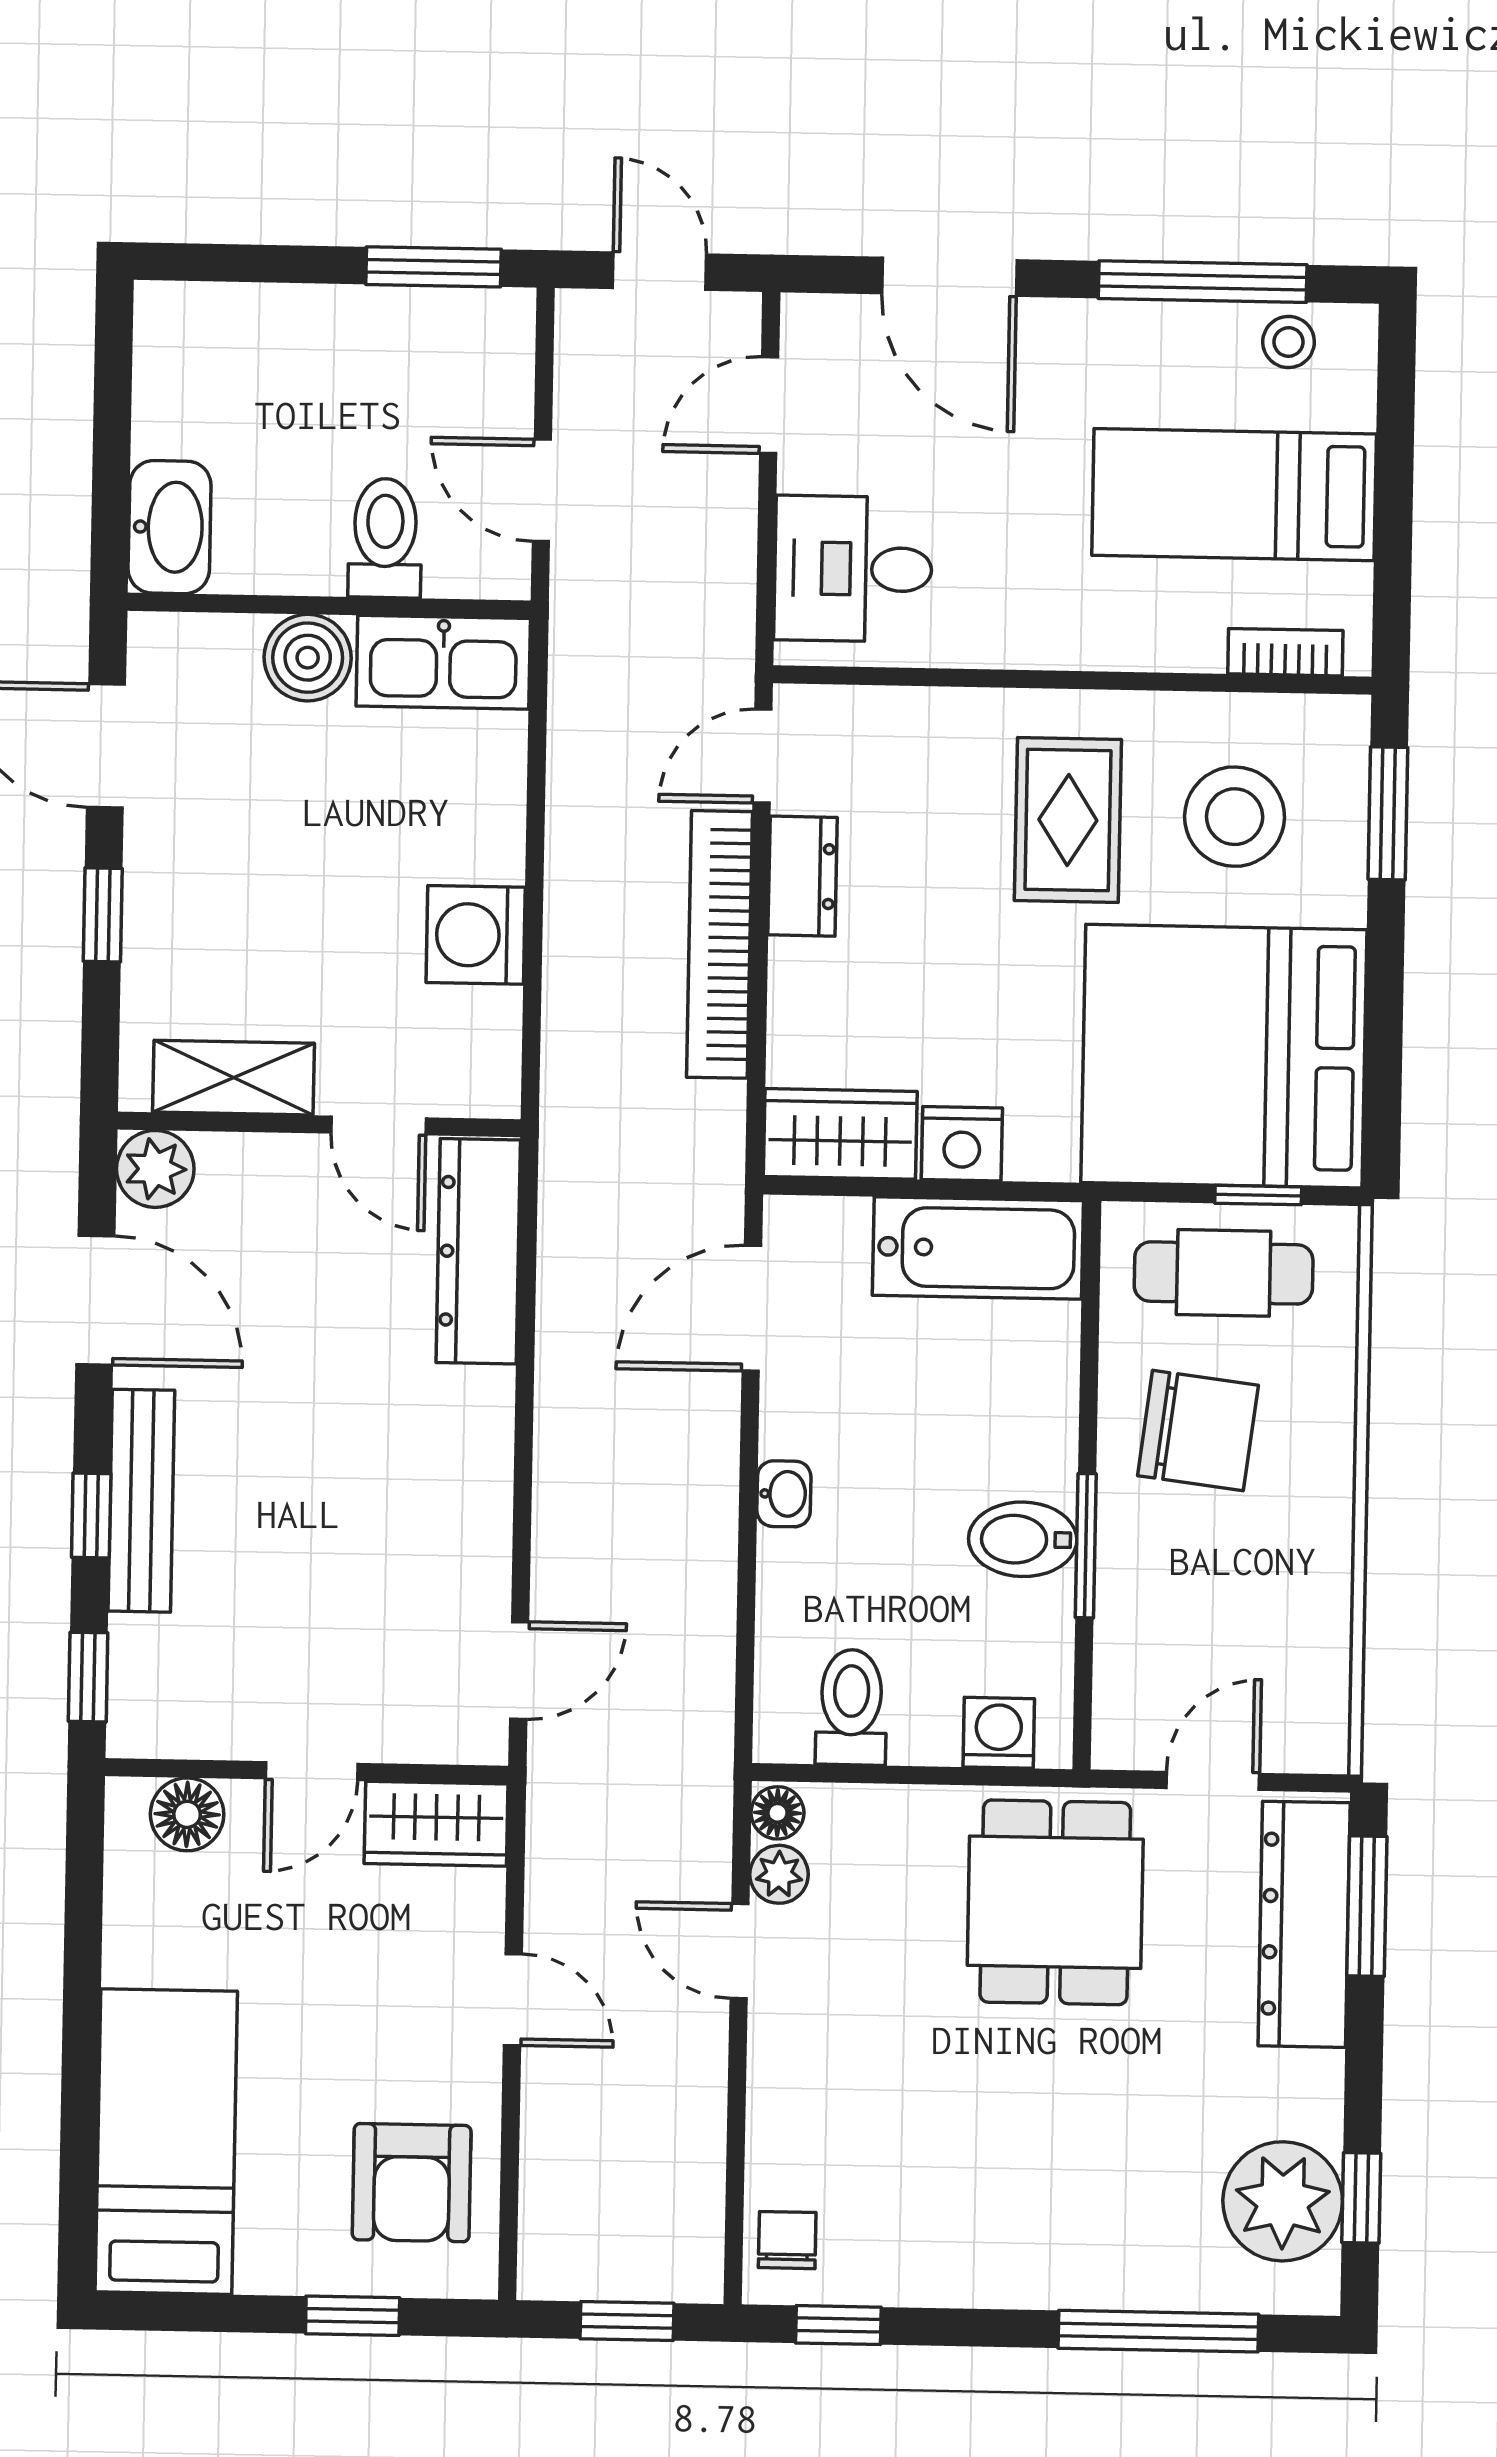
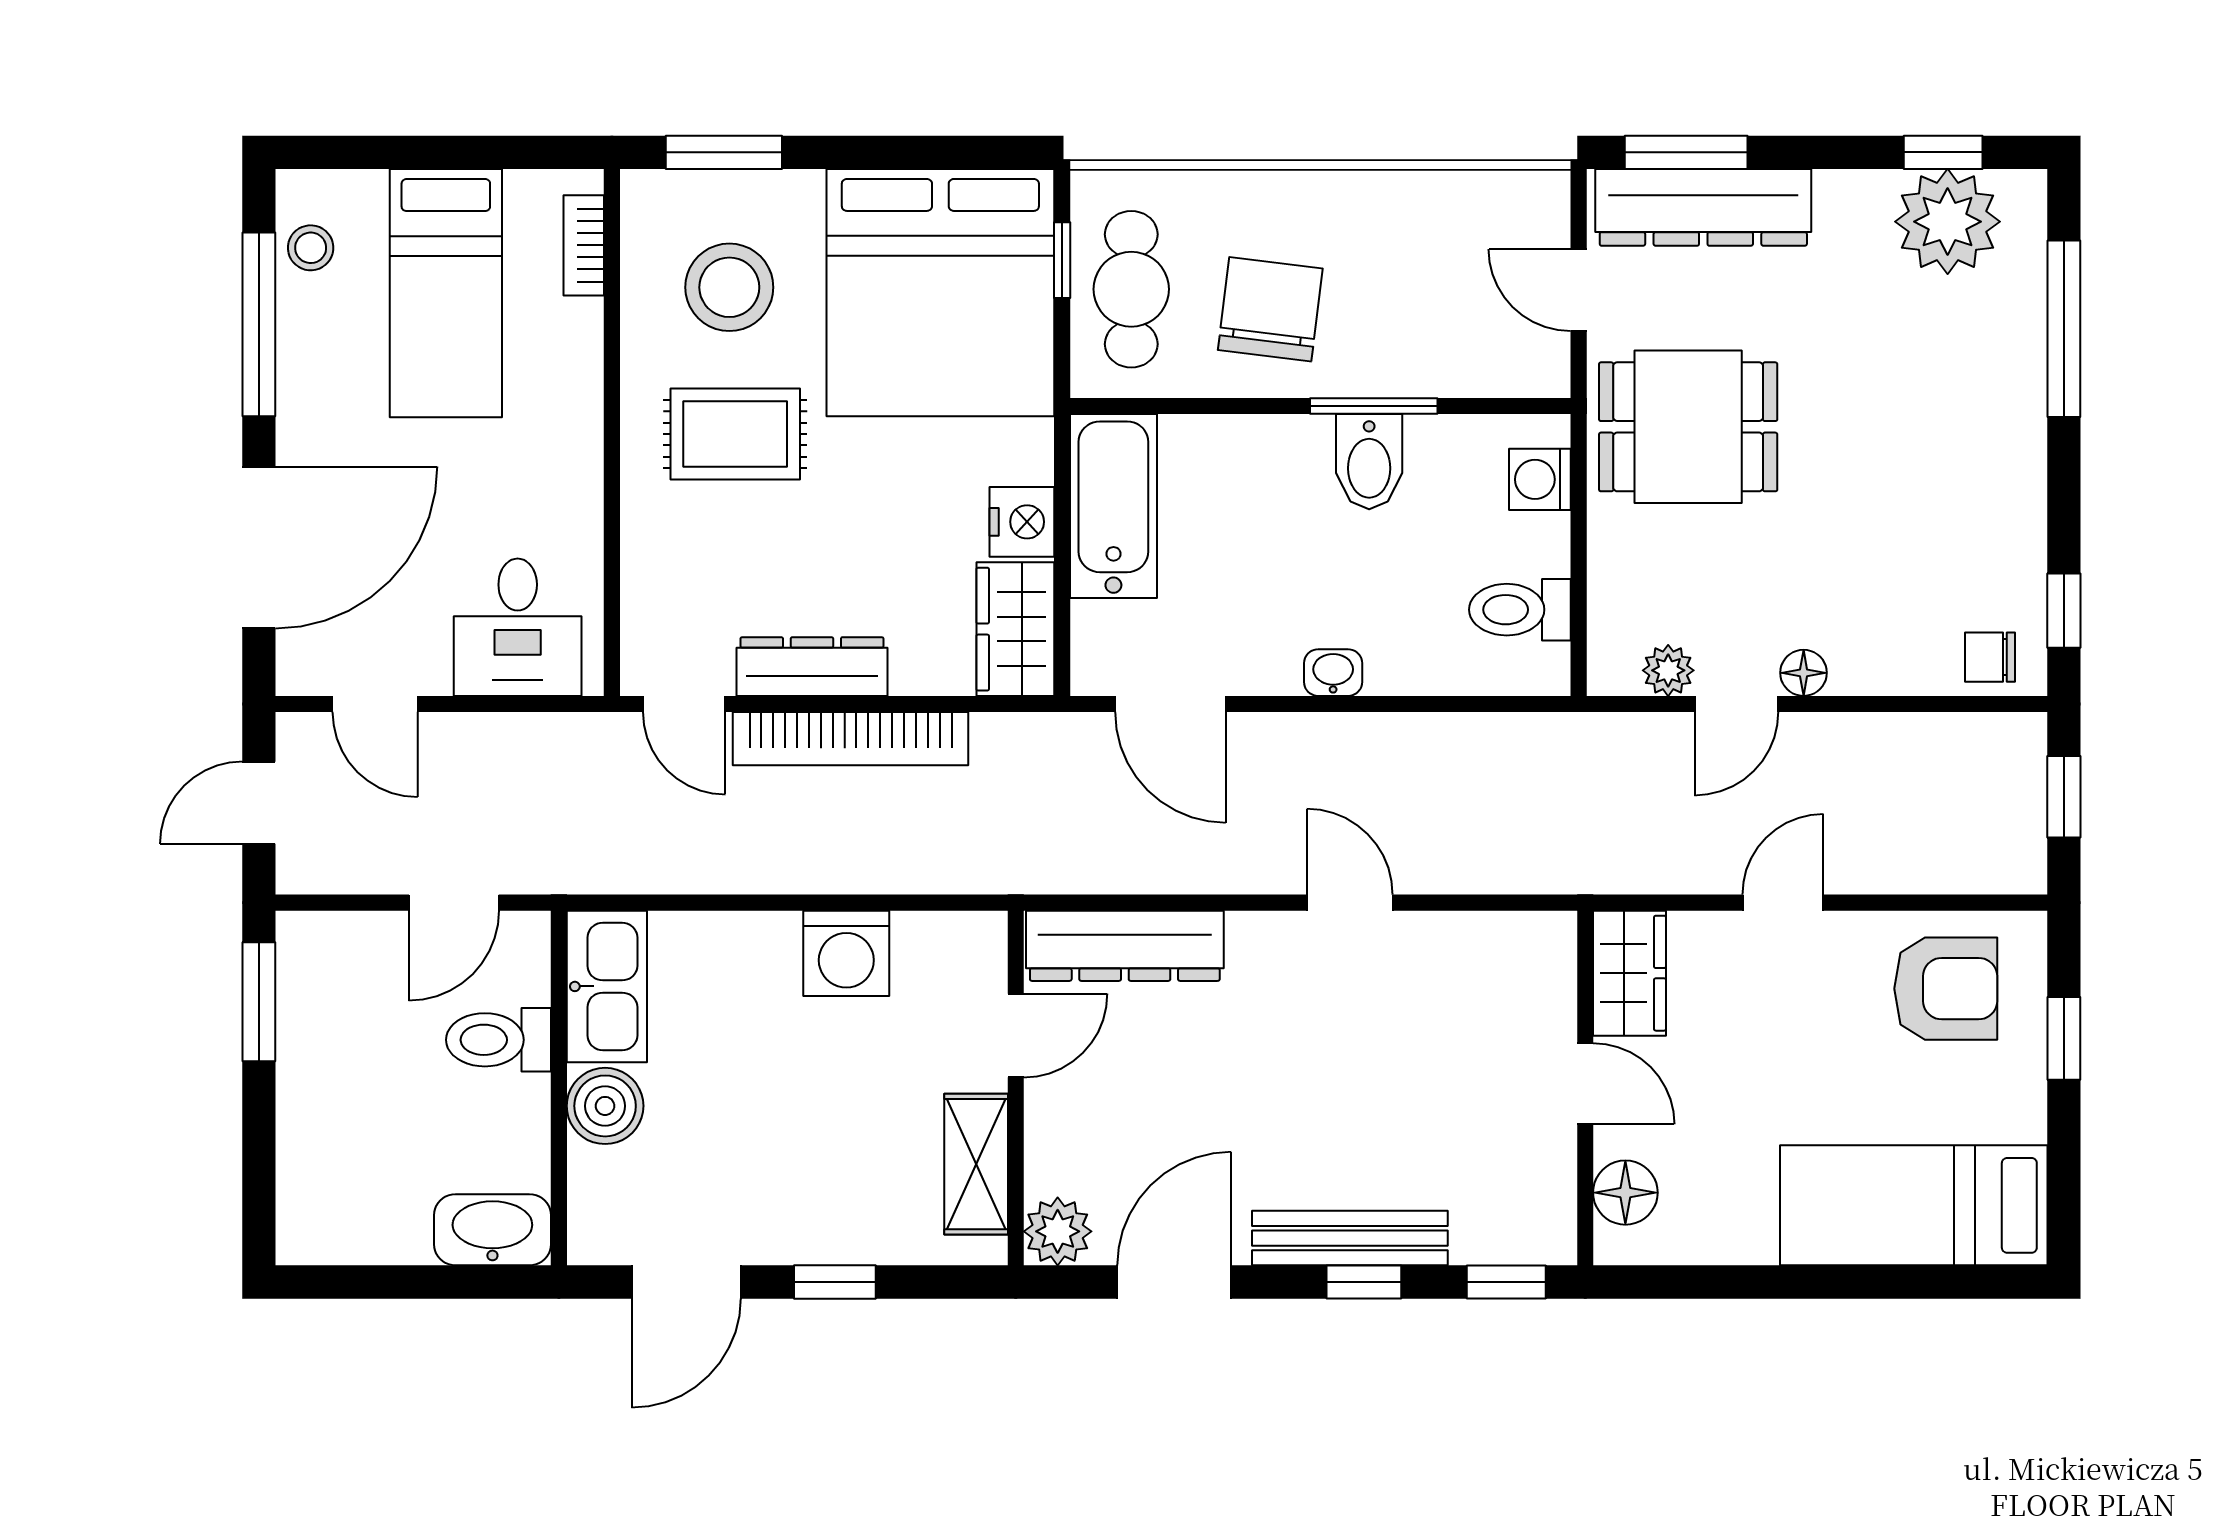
door: (949, 277) -> (259, 547), width x1.36
dresser: (803, 876) -> (812, 667), width x1.44
door: (519, 1670) -> (1350, 903), moved
floor lamp: (777, 1813) -> (1804, 673), moved

